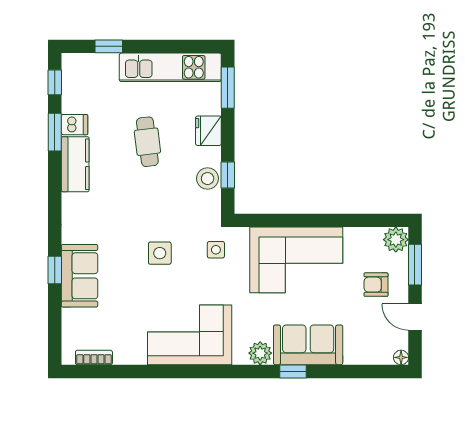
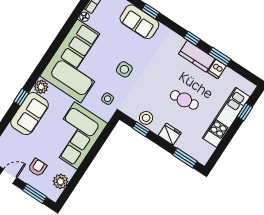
kitchen unit: (170, 67) -> (226, 117), moved
window: (55, 82) -> (192, 39), moved
plant: (396, 240) -> (60, 181), moved
corner sofa: (190, 335) -> (79, 61), width x1.36, depth x1.36
floor lamp: (123, 357) -> (84, 17), added

